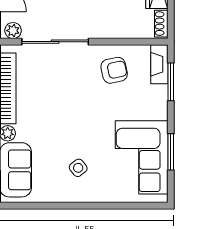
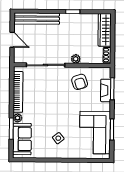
plant: (13, 31) -> (76, 59), moved
fireplace: (159, 64) -> (106, 90), moved
armchair: (114, 70) -> (80, 82), turned 84

